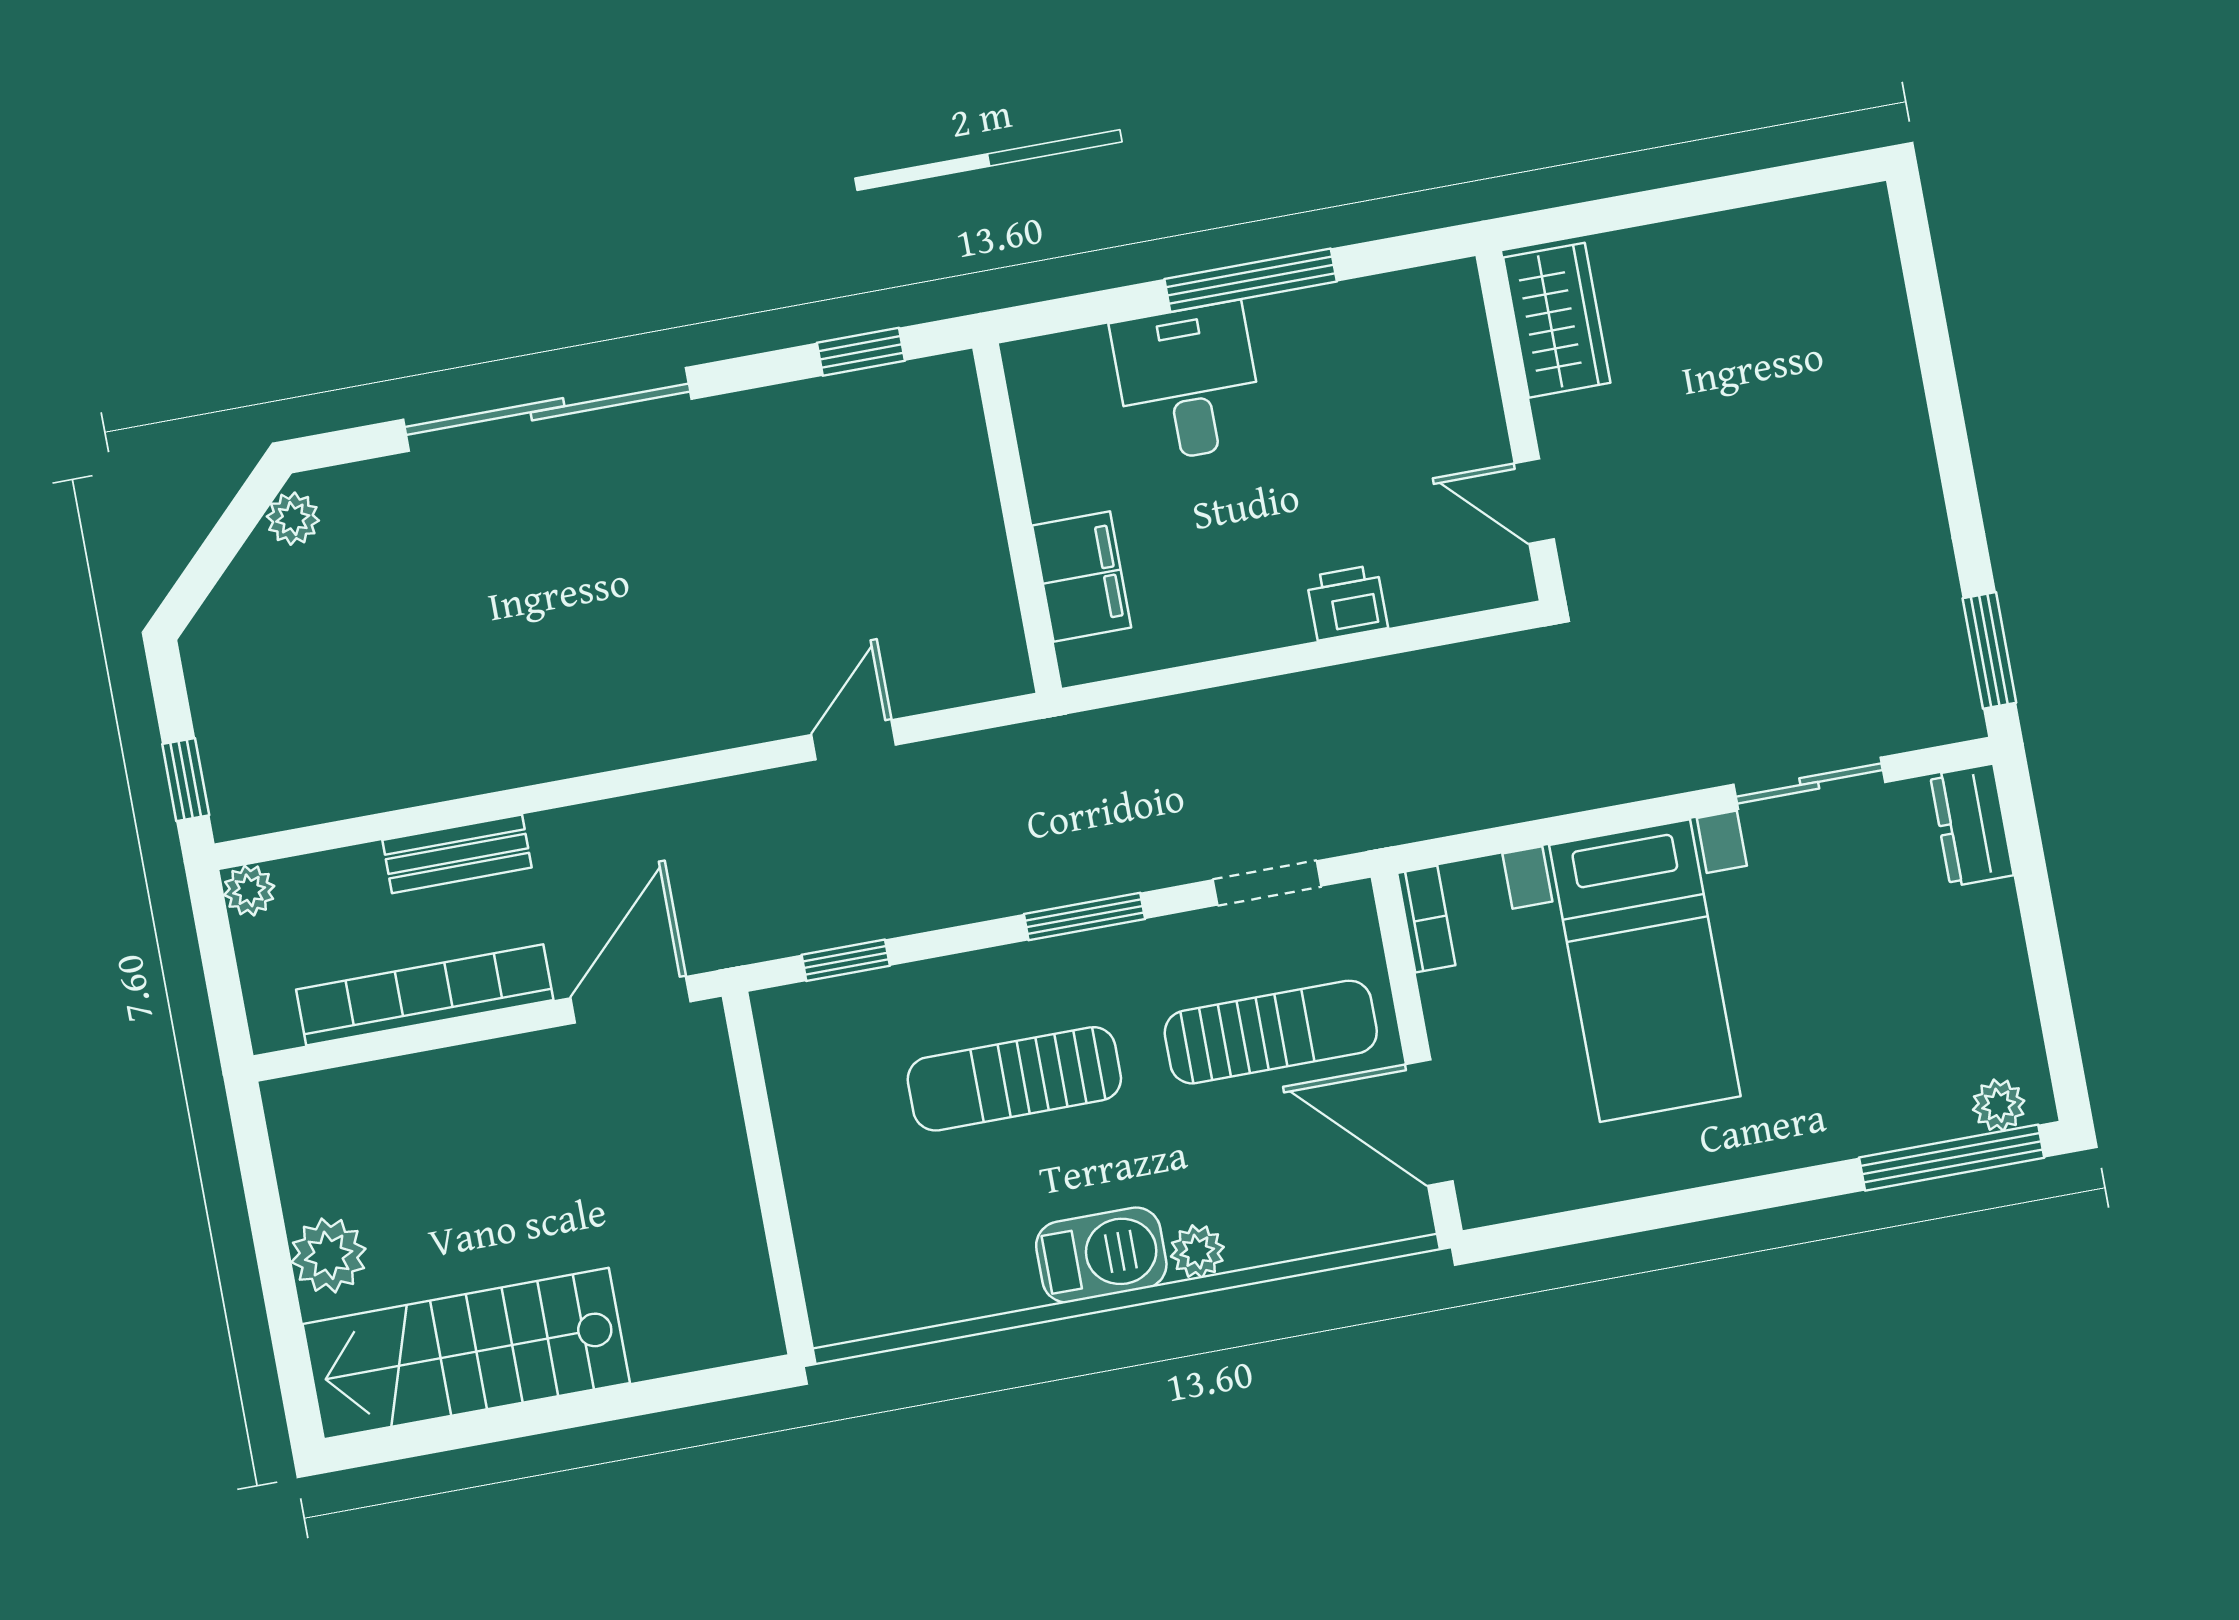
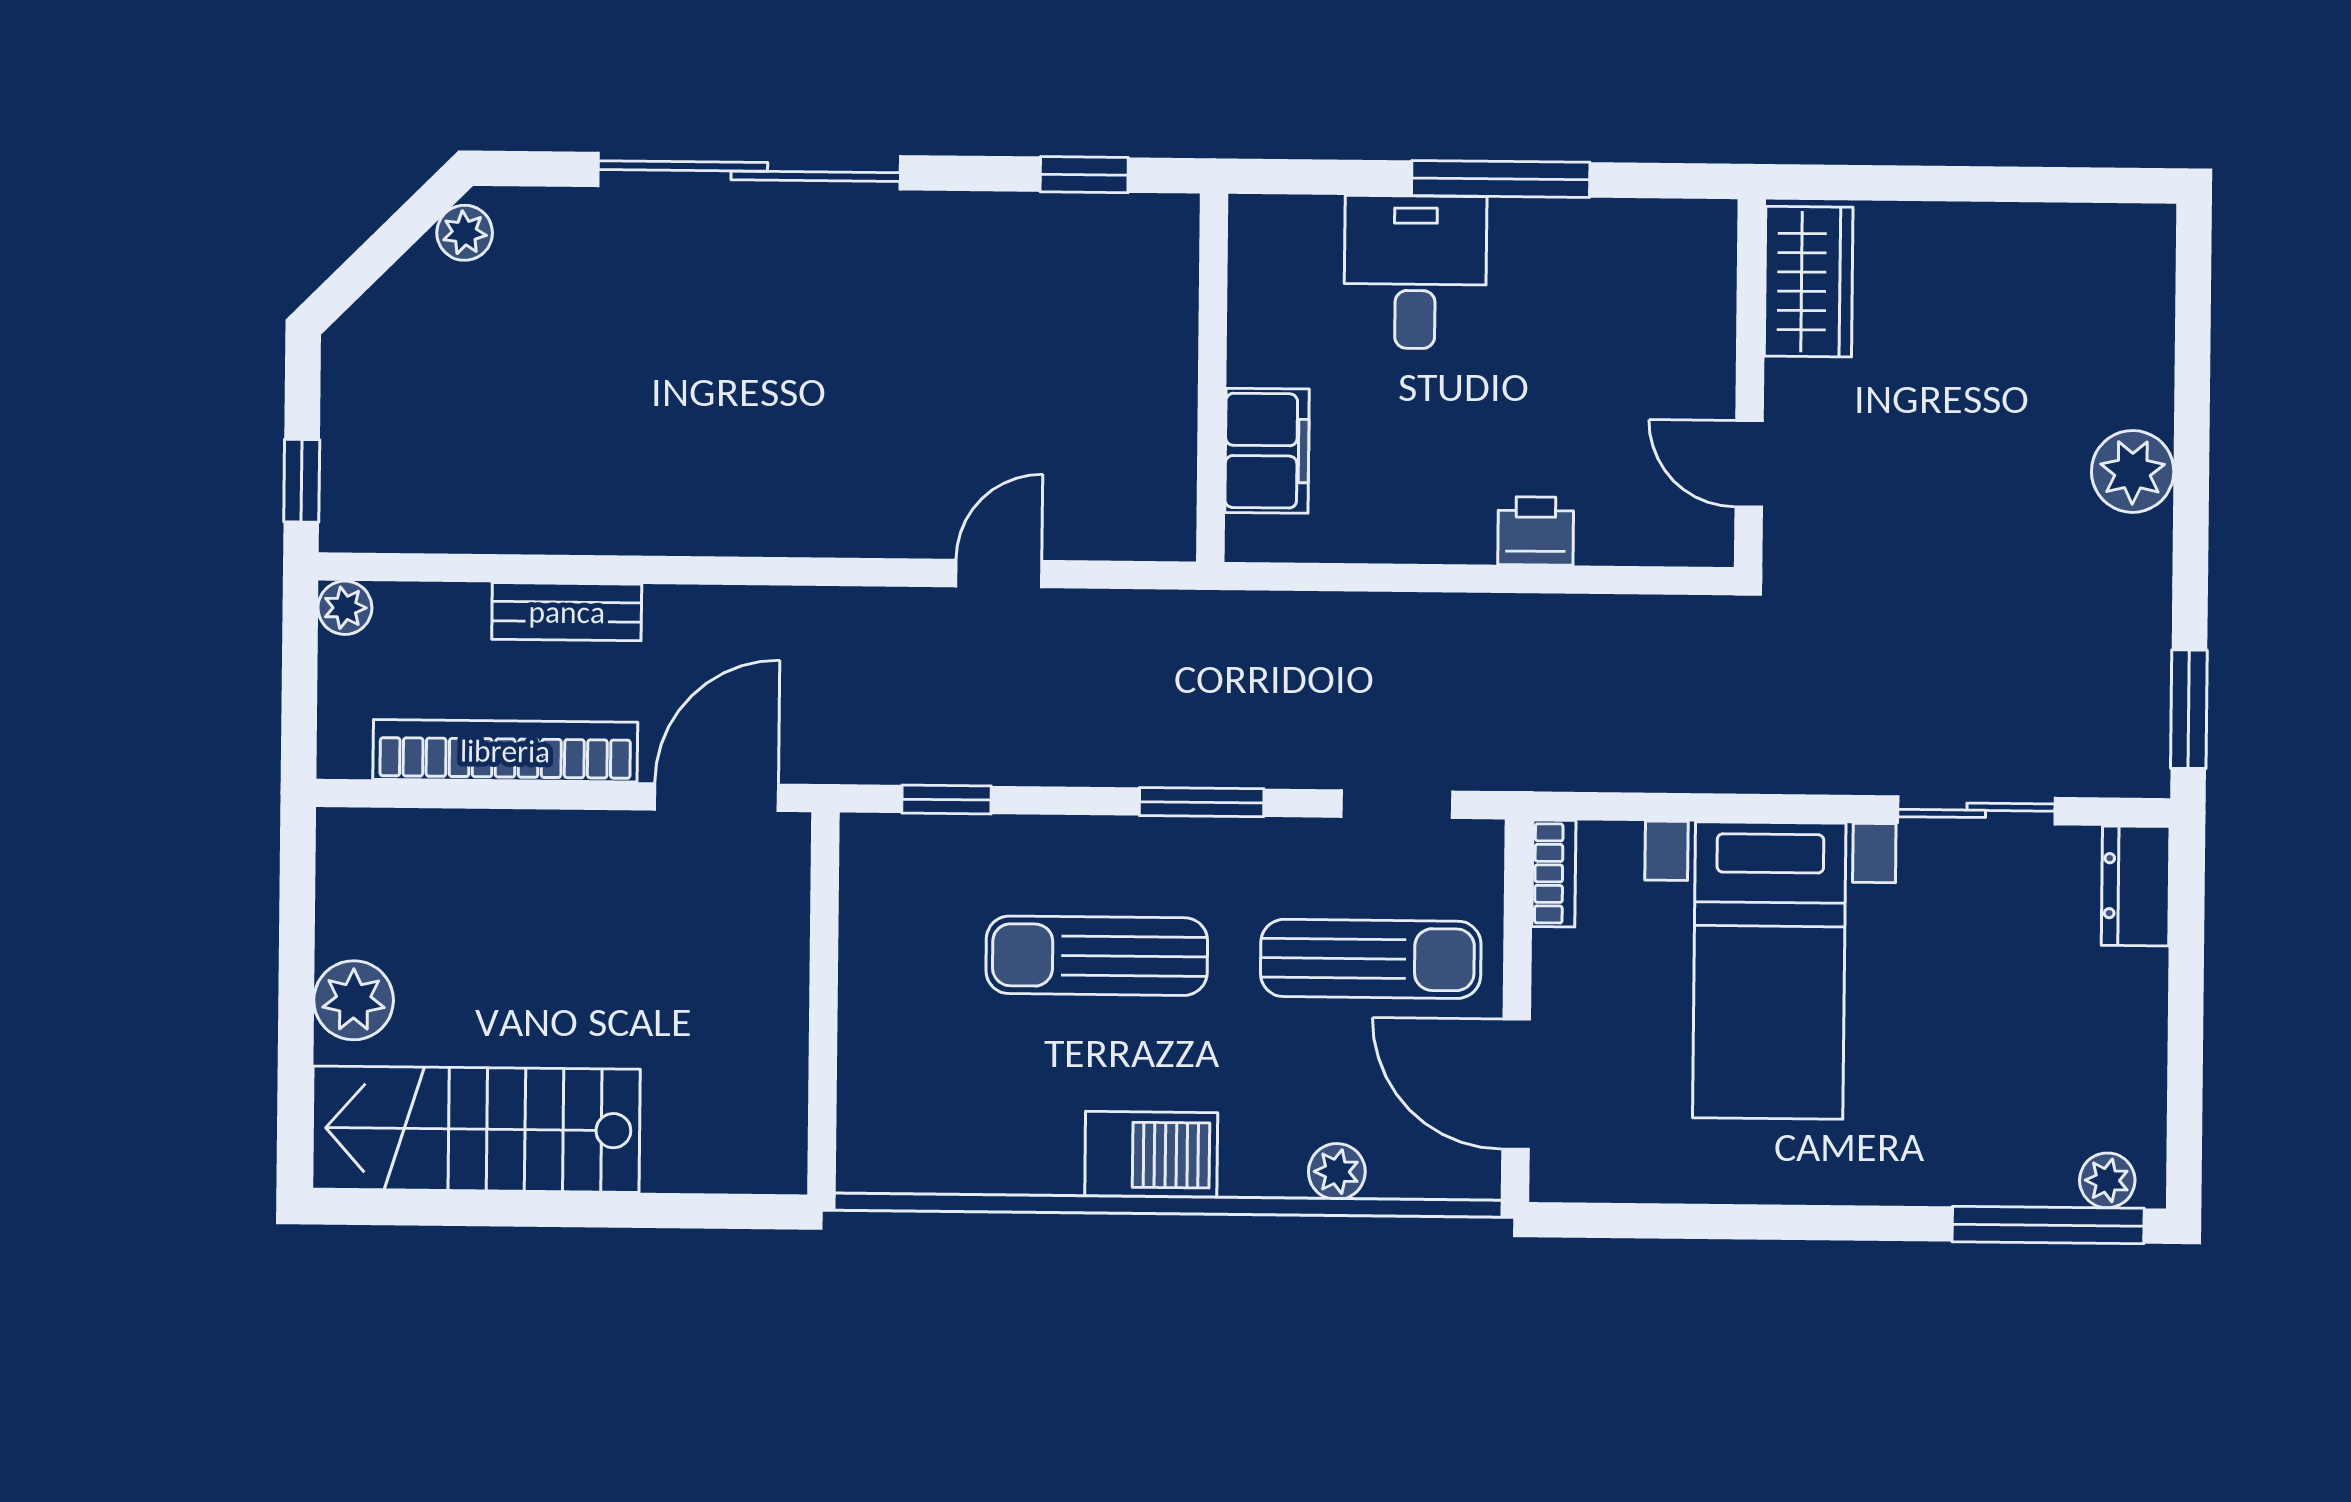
plant: (1894, 439) -> (2133, 471), added
plant: (1197, 1252) -> (1337, 1172), moved

